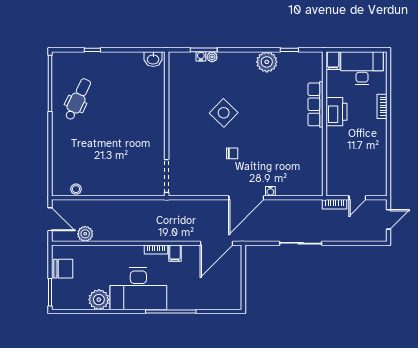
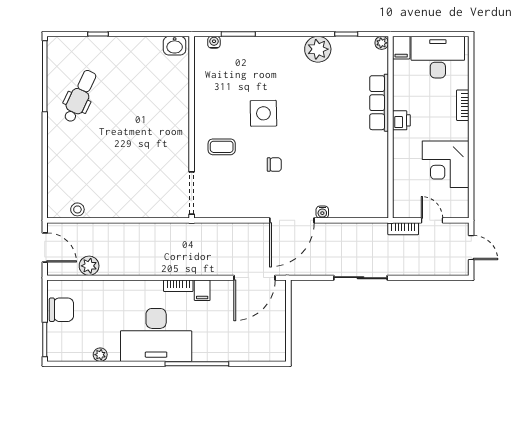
water cooler: (201, 56) -> (214, 42), moved
plant: (212, 57) -> (382, 43), moved
printer: (336, 112) -> (401, 120), width x0.53, depth x0.68
side table: (224, 113) -> (263, 113), turned 45
coffee table: (190, 139) -> (222, 147), added
corner desk: (368, 153) -> (446, 164), added
door: (357, 198) -> (432, 220), swing flipped
door: (388, 219) -> (471, 248), hinge flipped
plant: (99, 300) -> (100, 355), width x0.53, depth x0.53

